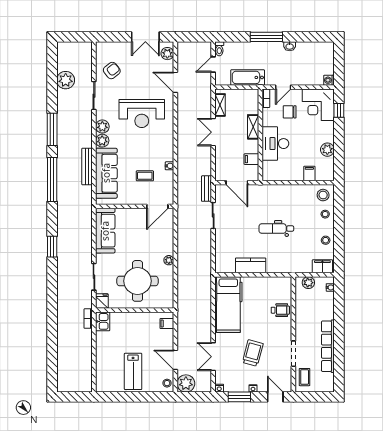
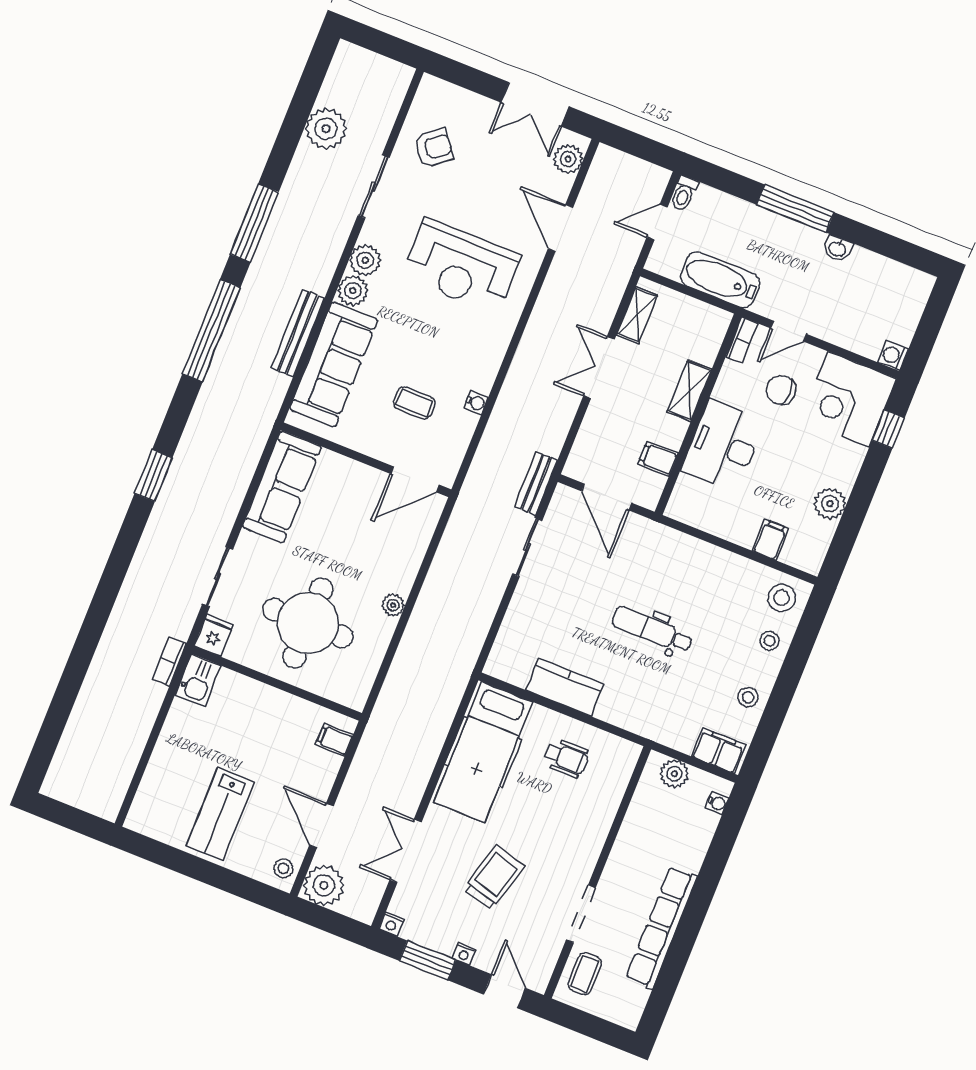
wheelchair: (280, 310) -> (566, 758), moved

